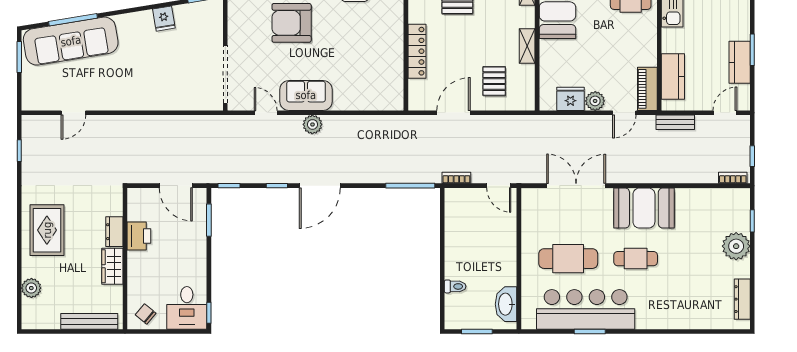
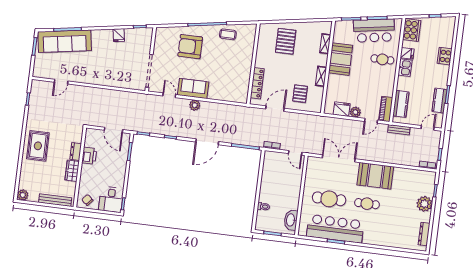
locker: (417, 51) -> (257, 83), moved
door: (320, 186) -> (207, 142), moved
plant: (31, 288) -> (23, 195), moved

